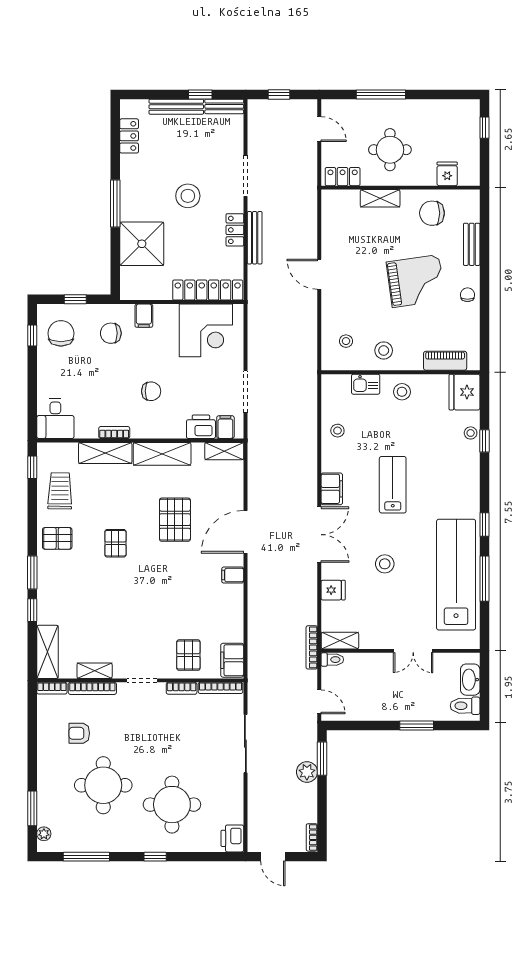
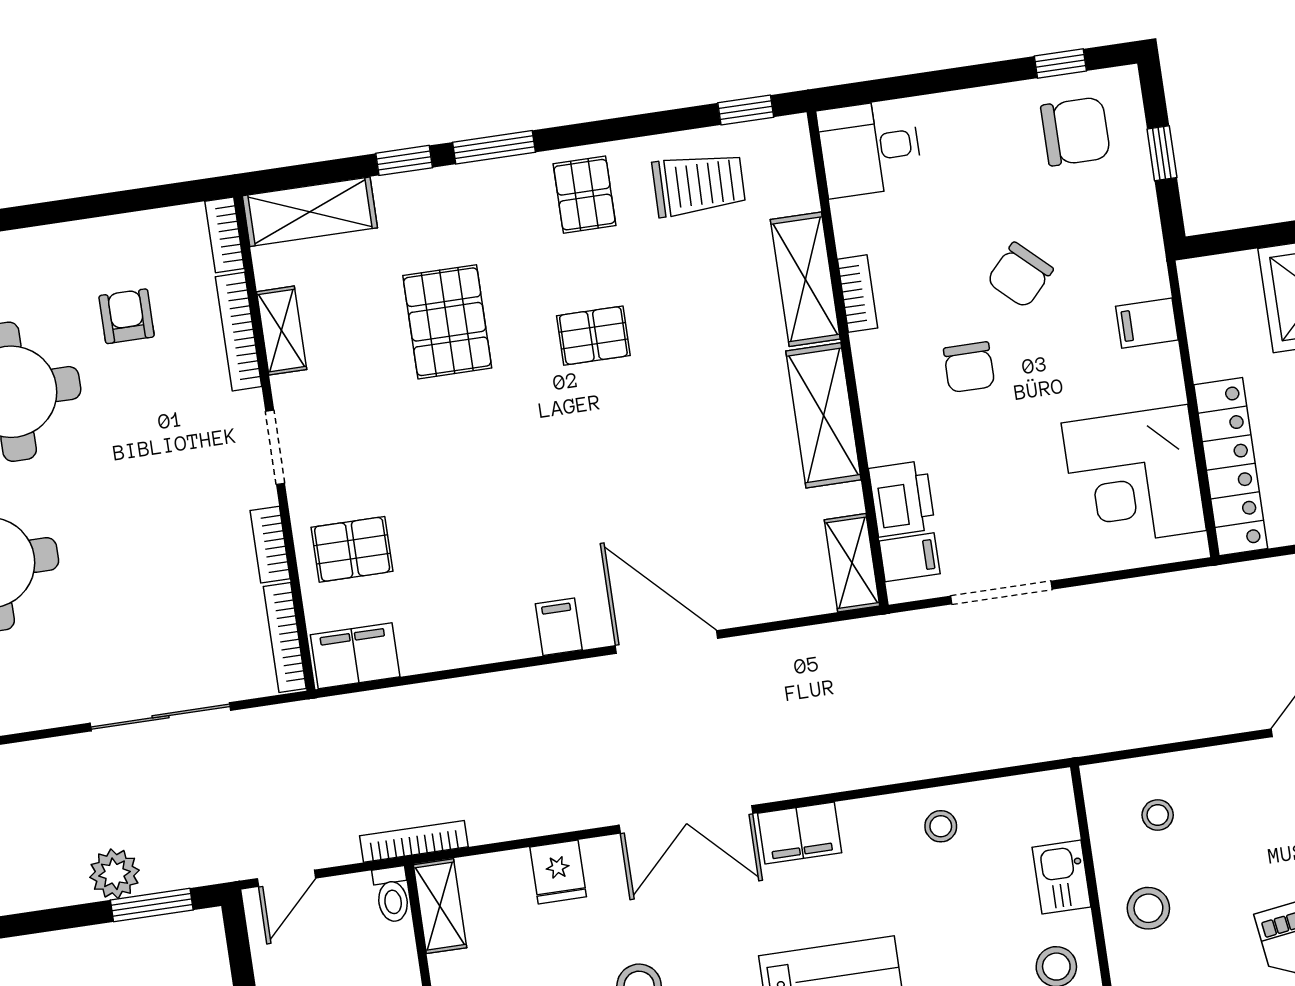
chair: (111, 333) -> (1020, 275), moved, turned -137
pallet: (175, 520) -> (447, 322), moved, turned 90

